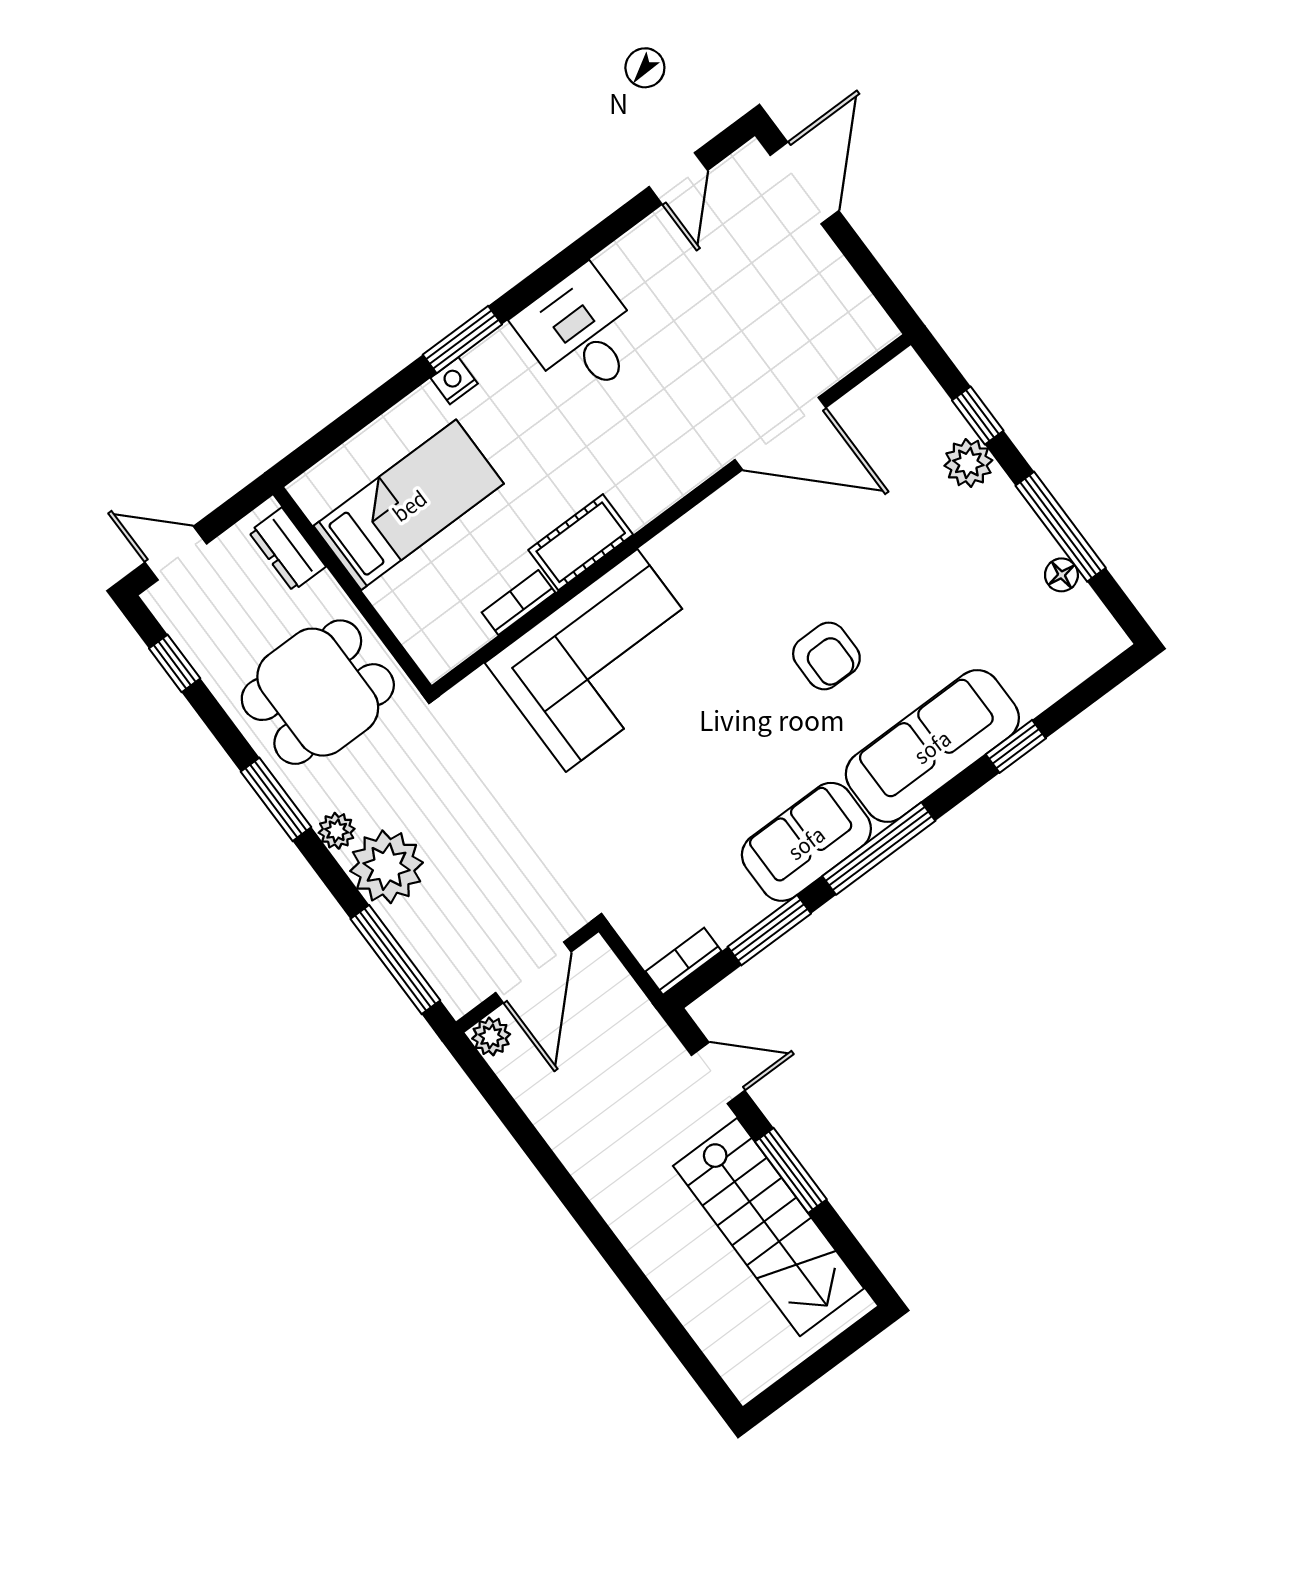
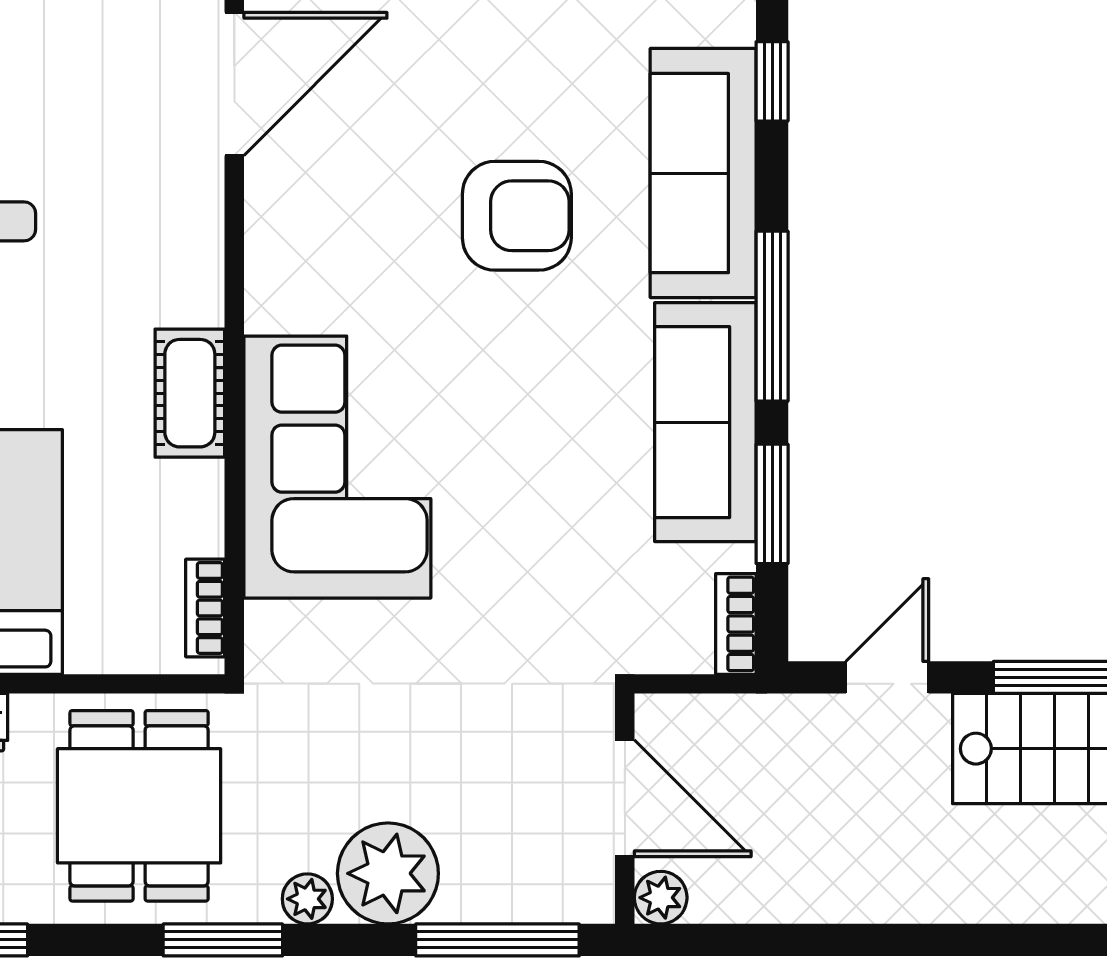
bookcase: (518, 602) -> (205, 608), moved
armchair: (826, 656) -> (517, 216), width x1.38, depth x1.38
sofa: (806, 842) -> (705, 422), width x1.36

